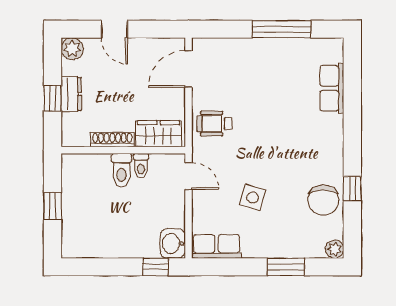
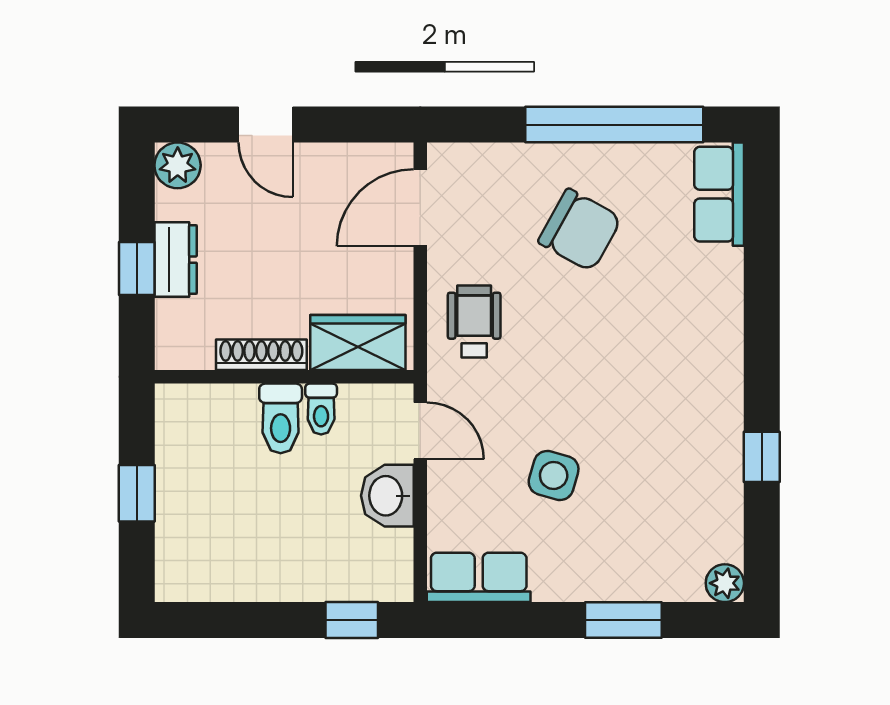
window: (282, 29) -> (614, 125), width x1.46
row of seats: (332, 88) -> (719, 194), moved
wheelchair: (214, 124) -> (474, 321), turned 90
chair: (323, 200) -> (580, 230), moved, turned -61
washbasin: (173, 243) -> (387, 496), moved

